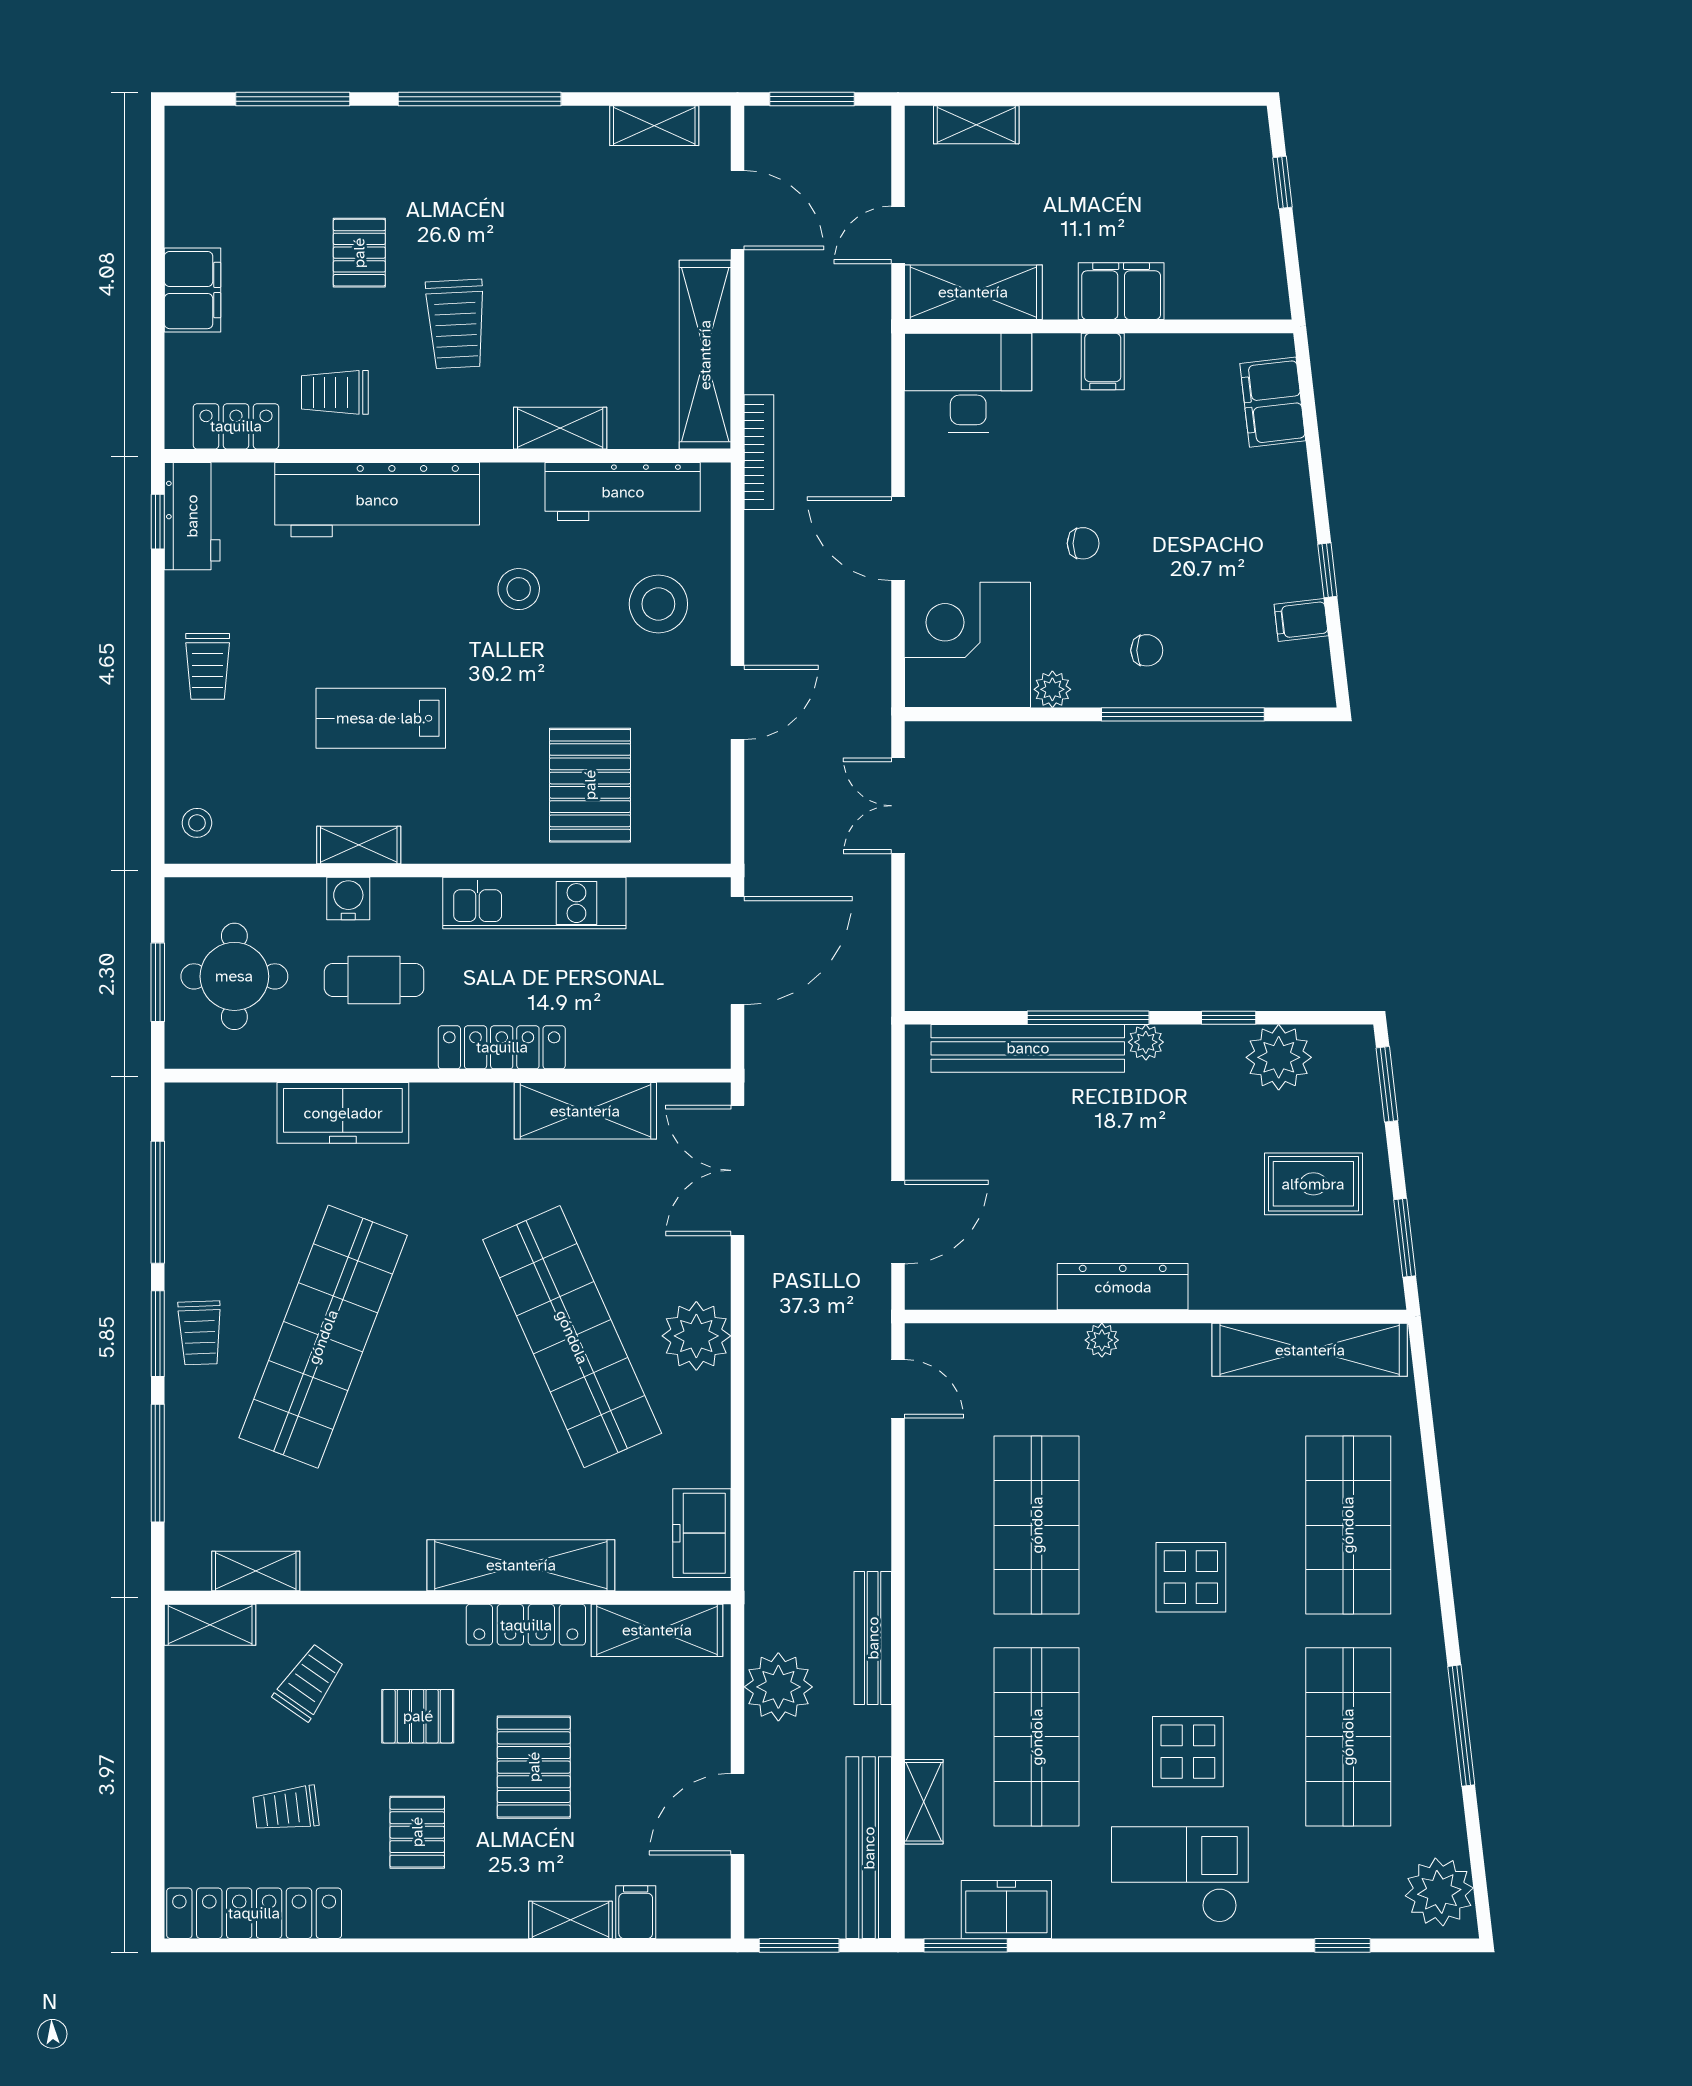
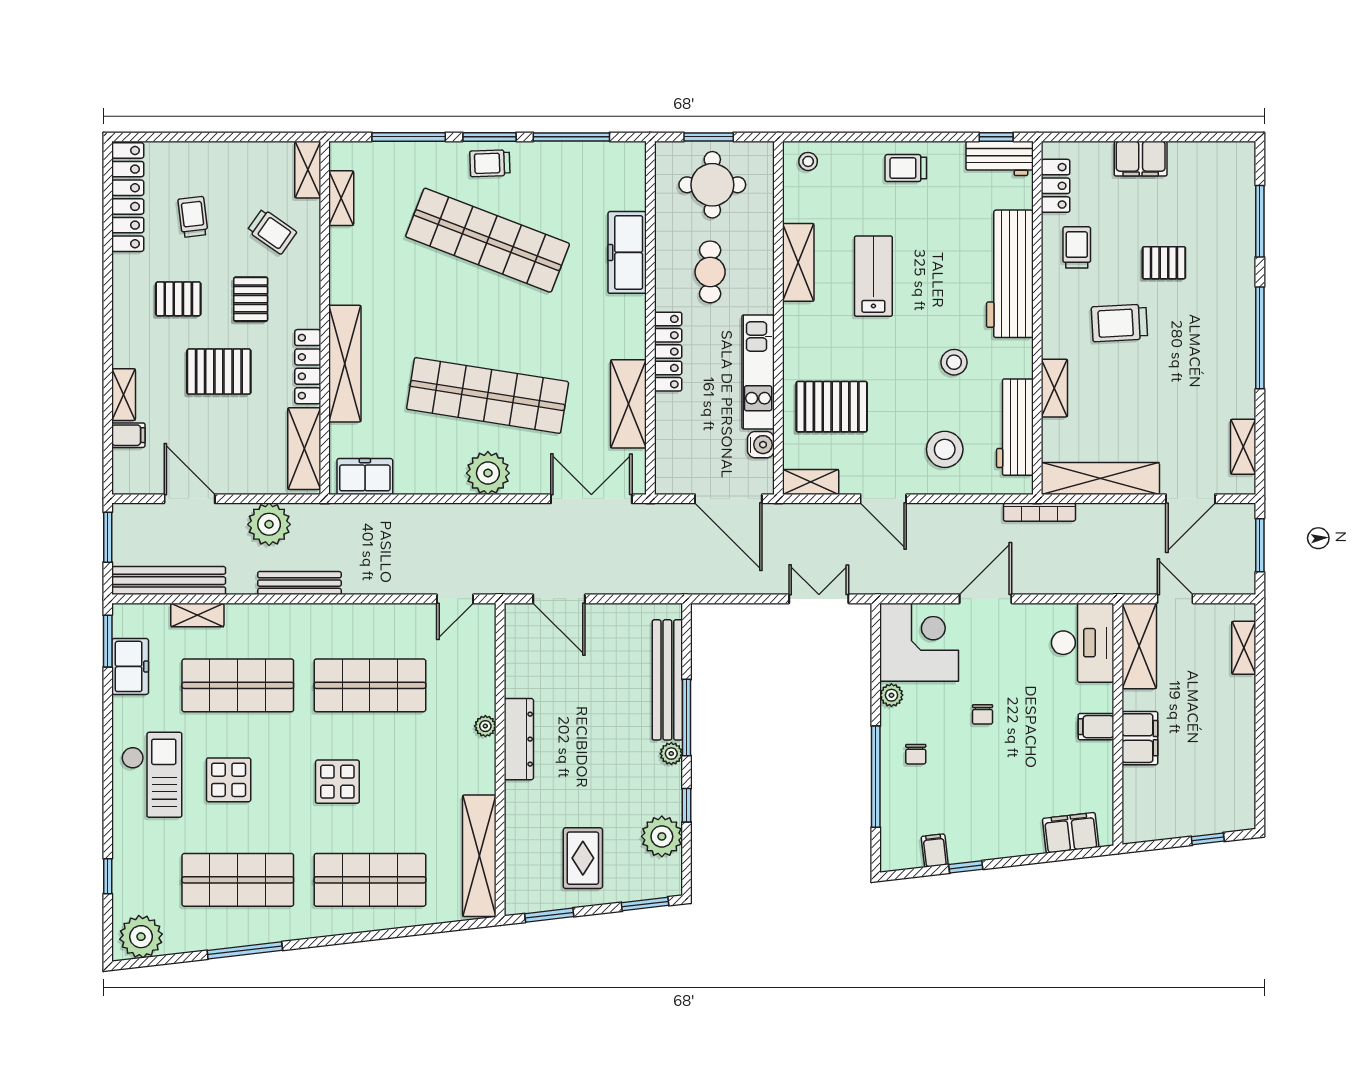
shelving: (711, 819) -> (811, 482), added
shelving: (359, 845) -> (798, 262), width x1.50, depth x1.33
water cooler: (348, 899) -> (761, 445), moved
shop shelf: (572, 1337) -> (488, 395), turned 33

